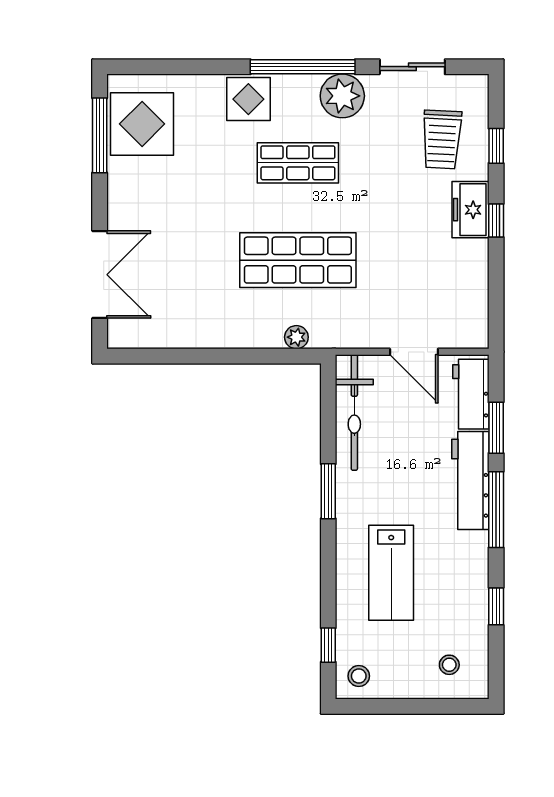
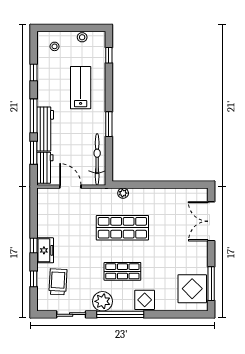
stool: (359, 676) -> (82, 37), moved

